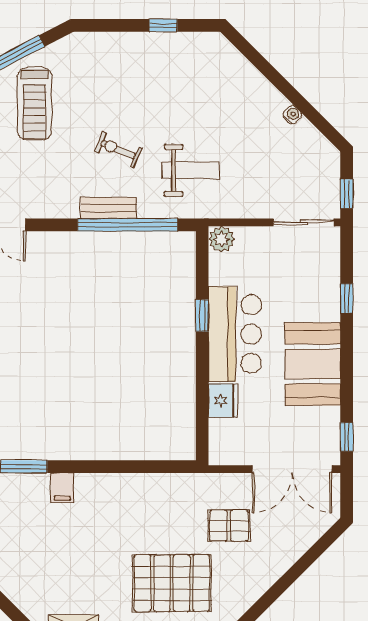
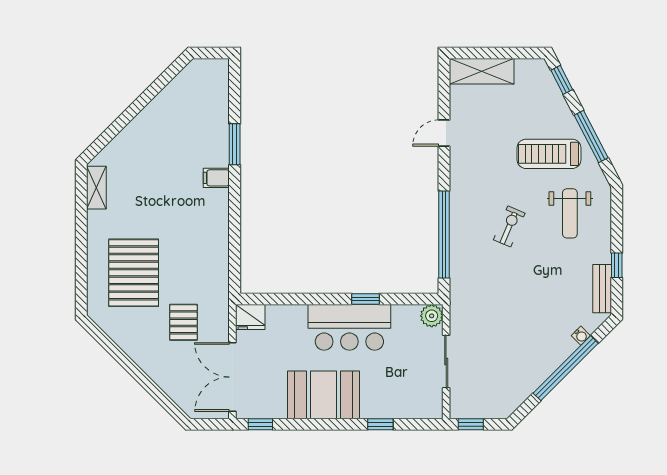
window: (282, 84) -> (566, 368), added
water cooler: (292, 115) -> (581, 336), moved
weight bench: (191, 170) -> (570, 213), moved
bench: (109, 208) -> (602, 289), moved
sliding door: (304, 222) -> (446, 362), moved
fridge: (223, 401) -> (250, 317), moved

